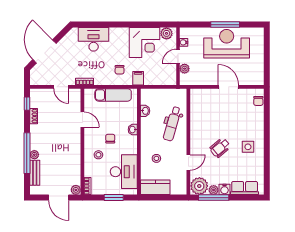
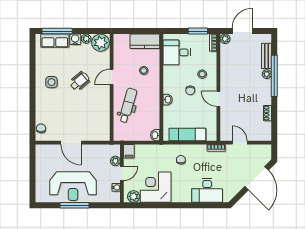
filing cabinet: (138, 78) -> (129, 151), moved
window: (27, 104) -> (274, 126), removed
washbasin: (145, 111) -> (155, 135), moved
door: (82, 119) -> (218, 99), moved
door: (188, 163) -> (112, 77), moved
desk: (124, 172) -> (177, 52), width x0.73
door: (59, 198) -> (242, 31), hinge flipped
window: (114, 198) -> (198, 31), moved
window: (214, 198) -> (57, 31), moved

